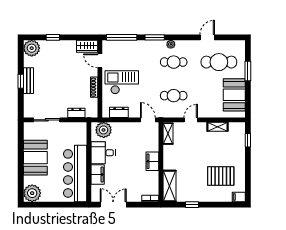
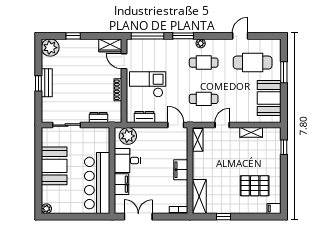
plant: (32, 193) -> (46, 209), width x0.53, depth x0.53

